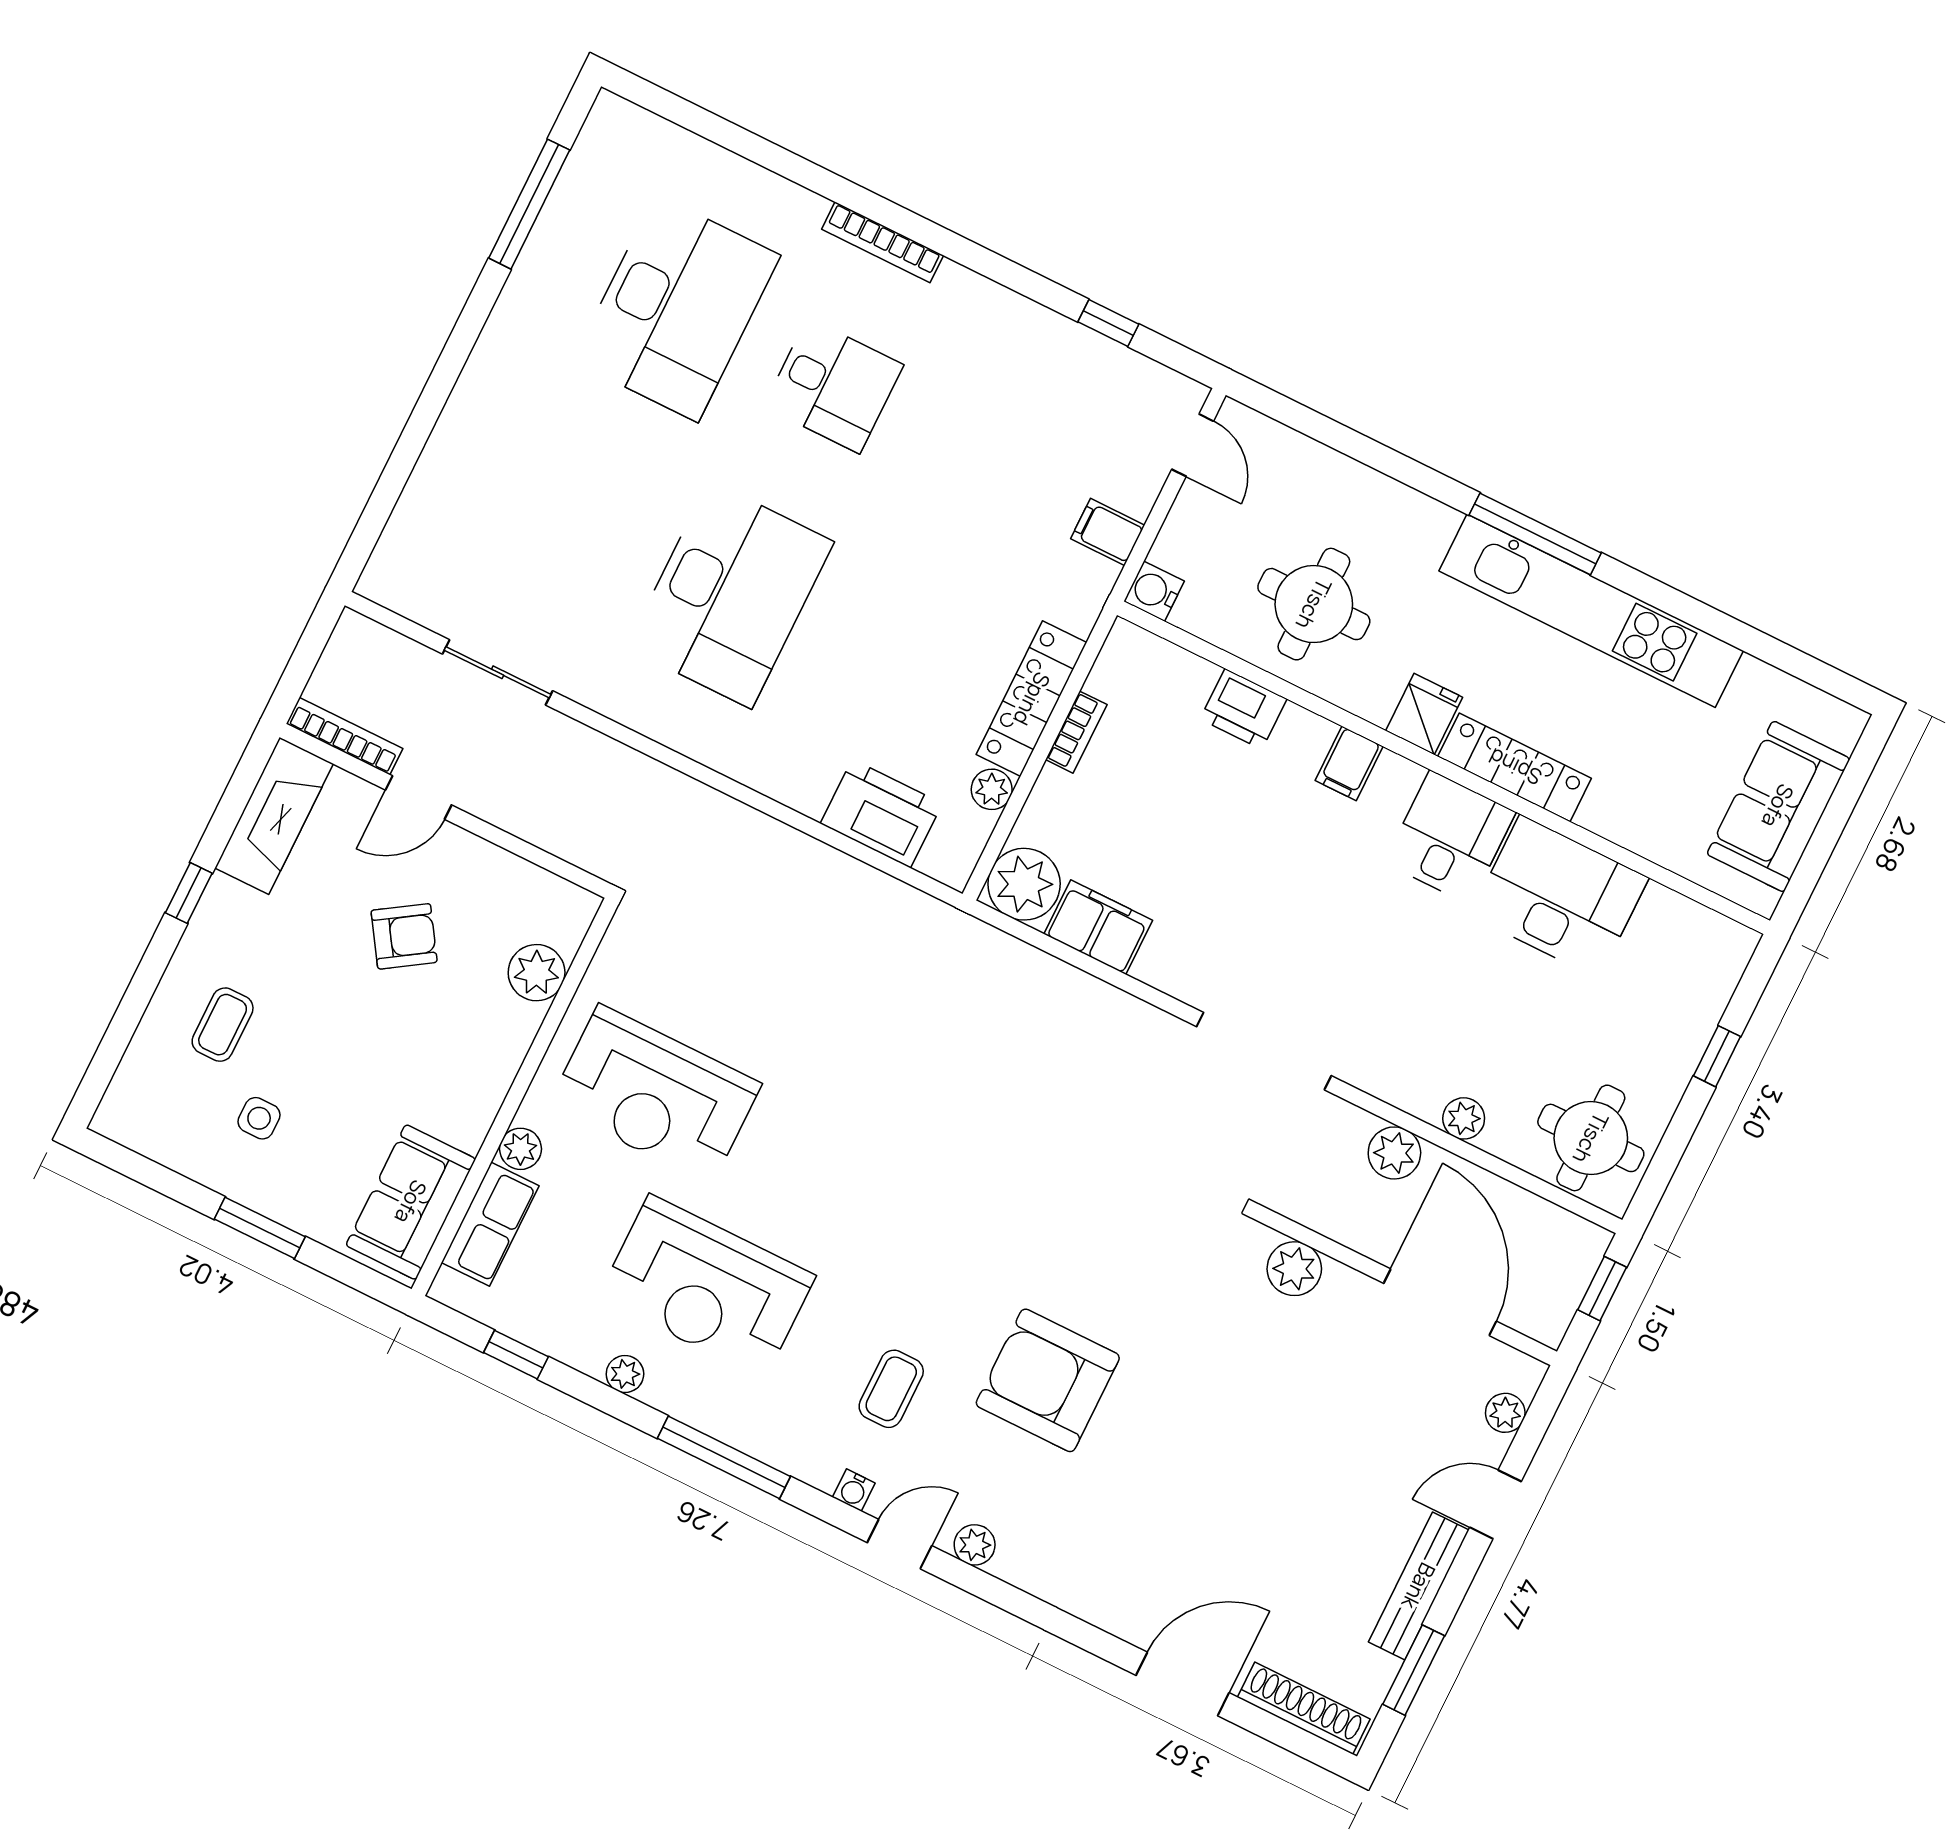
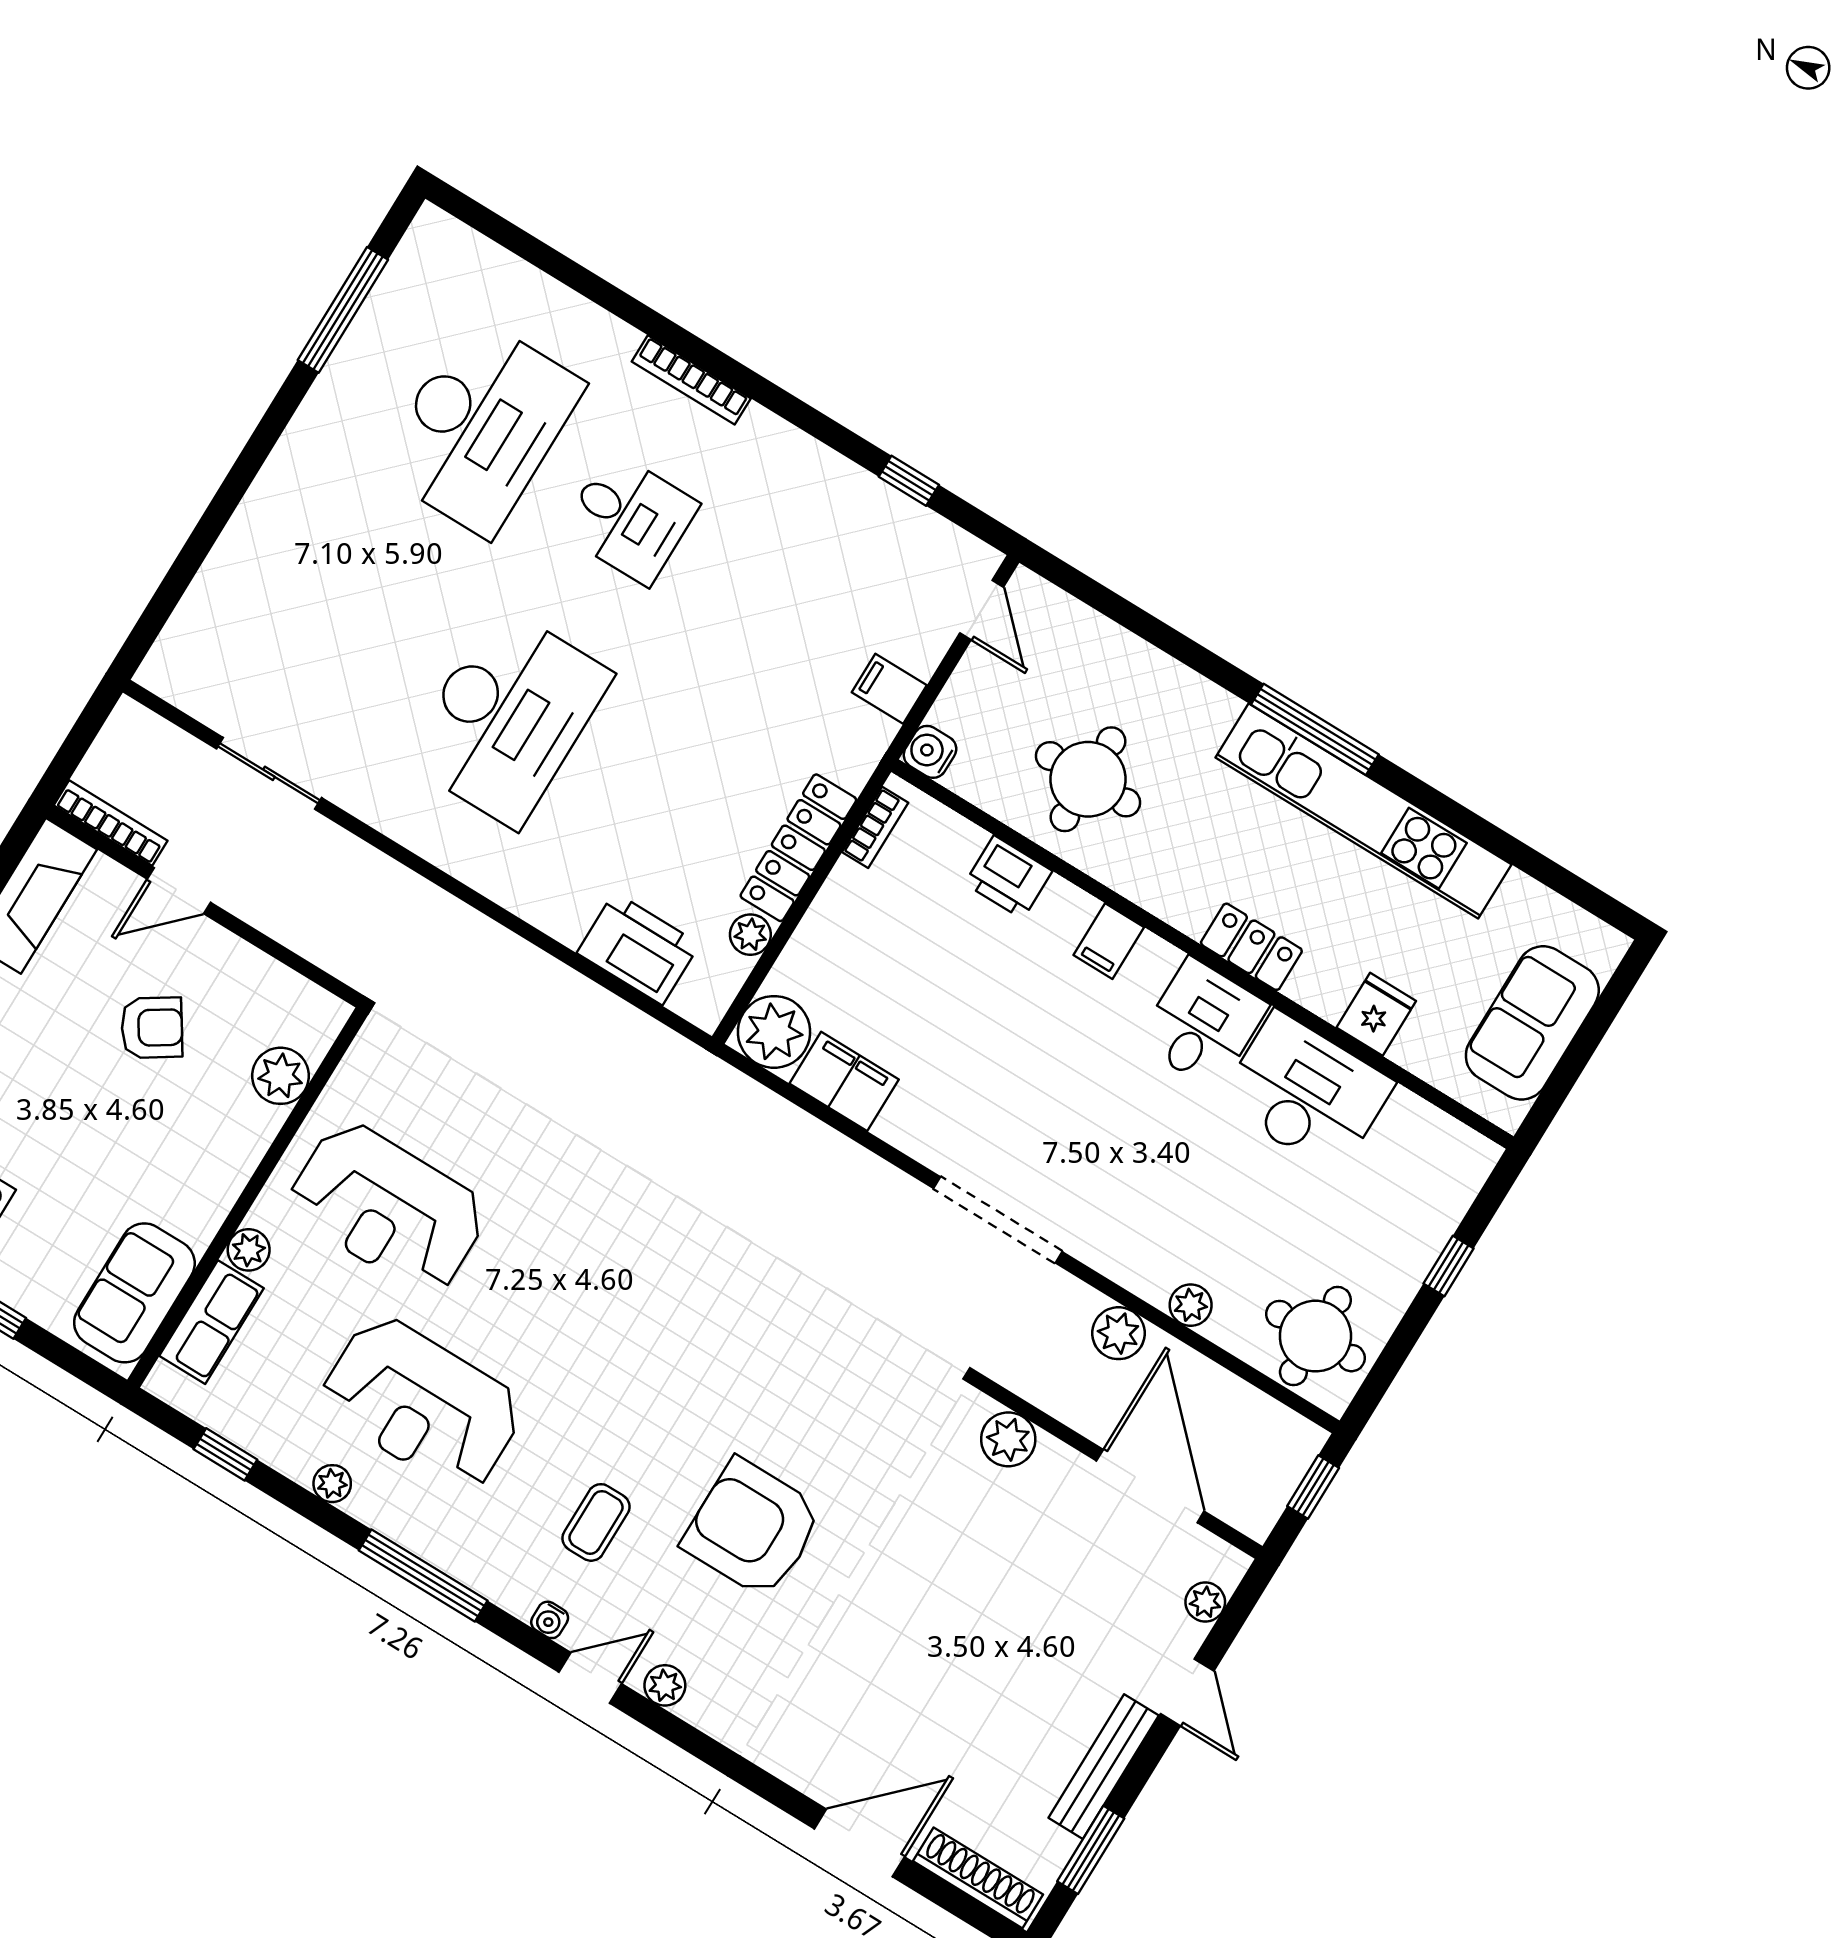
fridge: (1424, 714) -> (1376, 1014), moved
bookcase: (1076, 732) -> (875, 827), moved
locker: (1515, 767) -> (1251, 947), width x0.66
door: (1495, 1504) -> (1187, 1692), swing flipped

